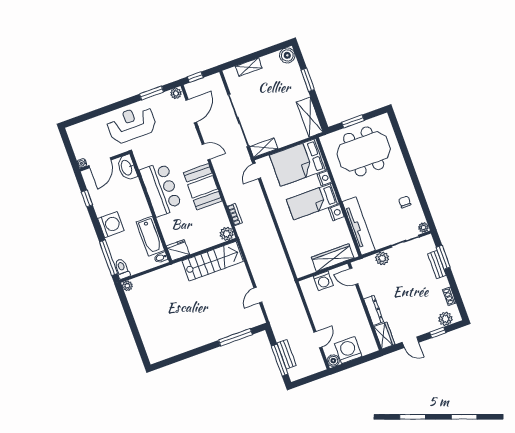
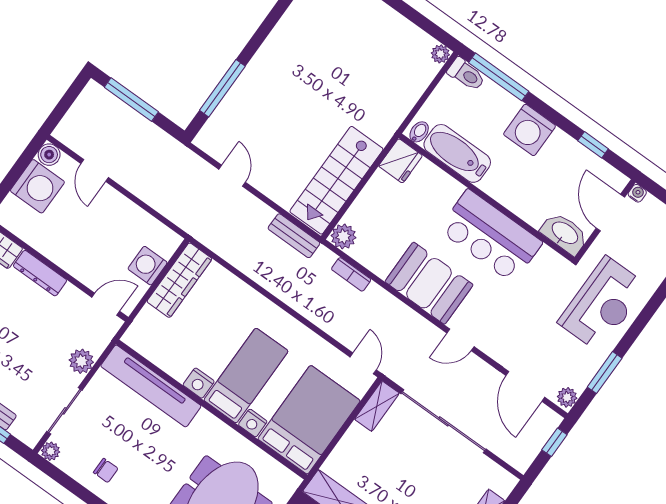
wardrobe: (333, 258) -> (179, 280), moved
bench: (287, 354) -> (294, 236), moved

